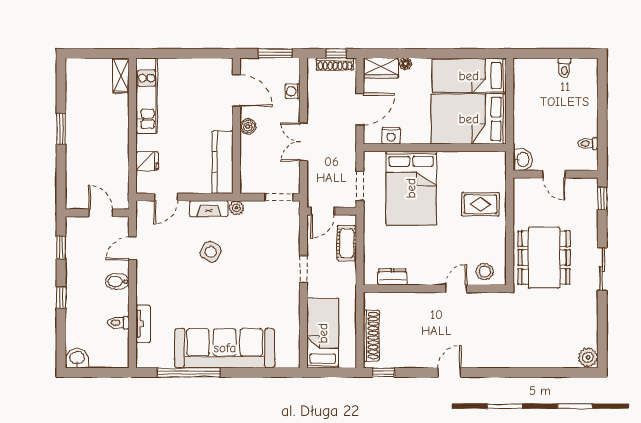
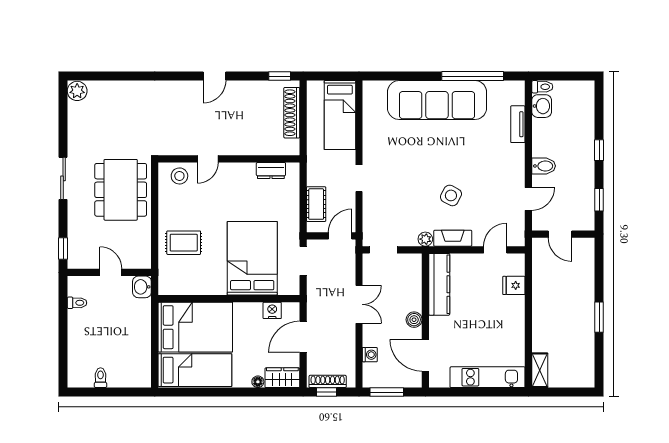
kitchen unit: (147, 95) -> (488, 377), moved, turned 90
toilet: (118, 323) -> (542, 87), moved
washbasin: (77, 358) -> (542, 106), moved, turned -90

